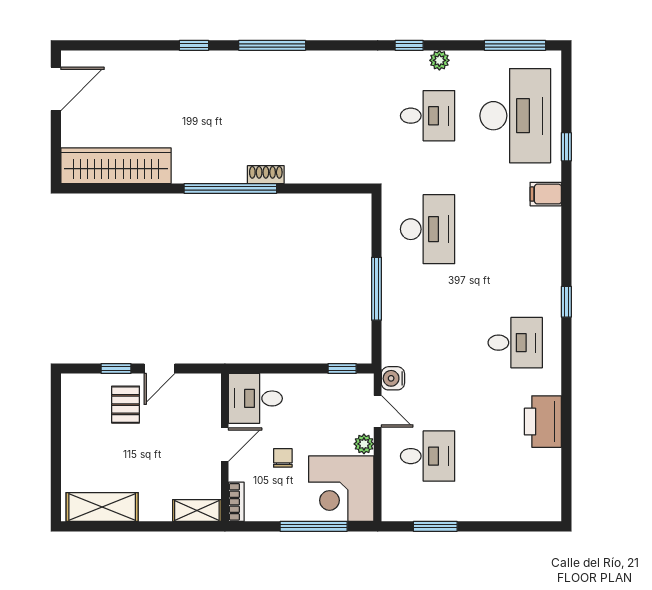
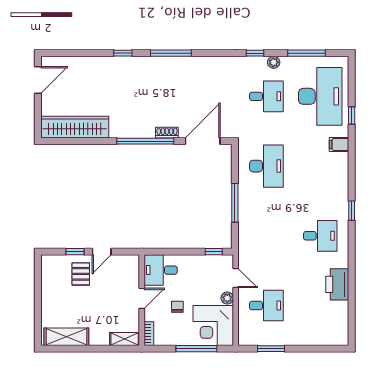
window: (515, 45) -> (306, 53), moved
door: (324, 188) -> (203, 141), added
water cooler: (393, 378) -> (245, 258), removed

